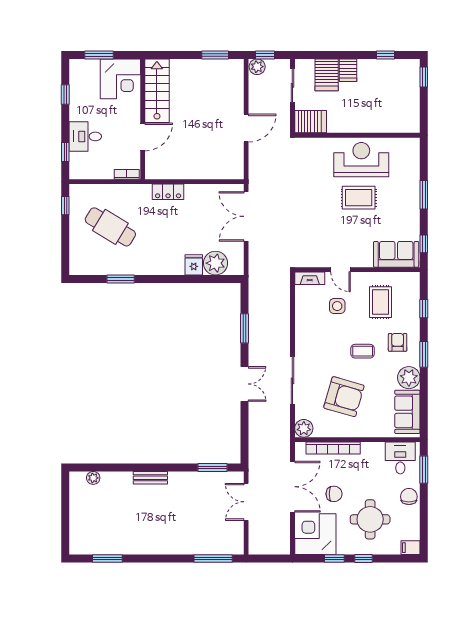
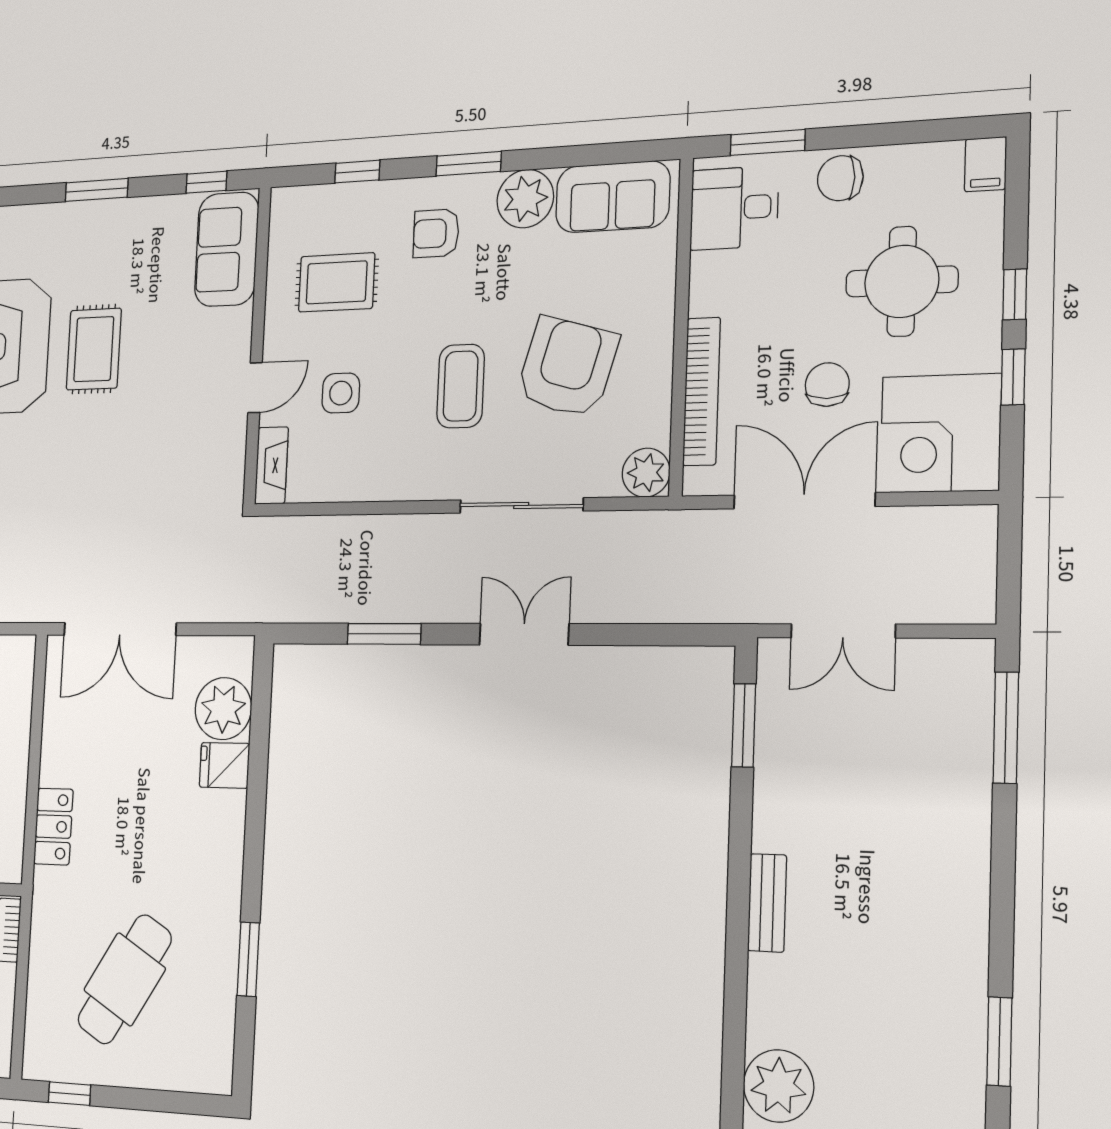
coffee table: (363, 351) -> (461, 386), moved, width x1.36, depth x1.30
plant: (93, 478) -> (778, 1086), width x1.87, depth x1.87

